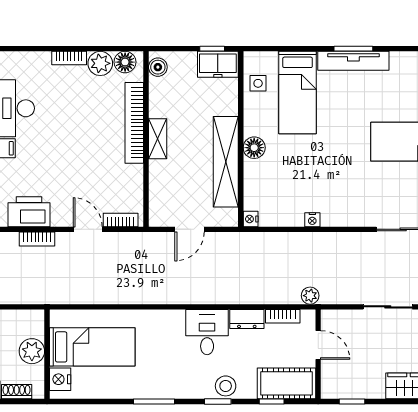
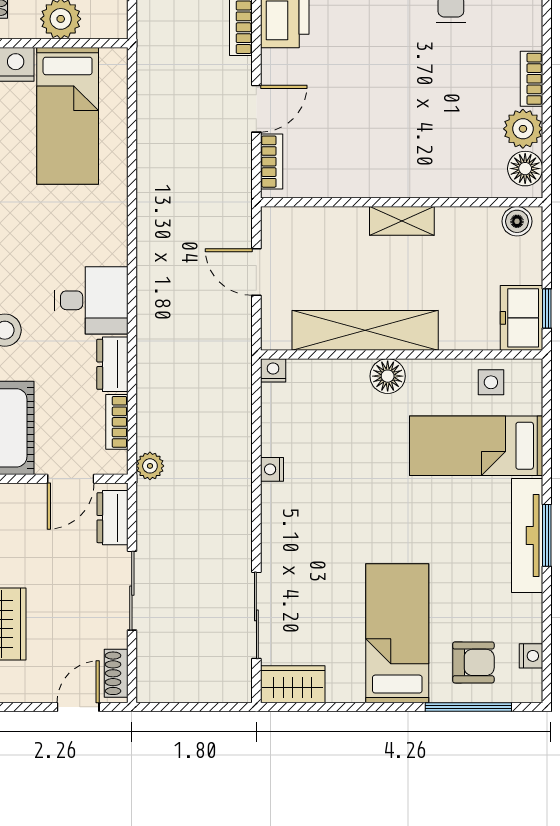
bookcase: (134, 123) -> (427, 183), removed
dresser: (342, 319) -> (112, 518), added

